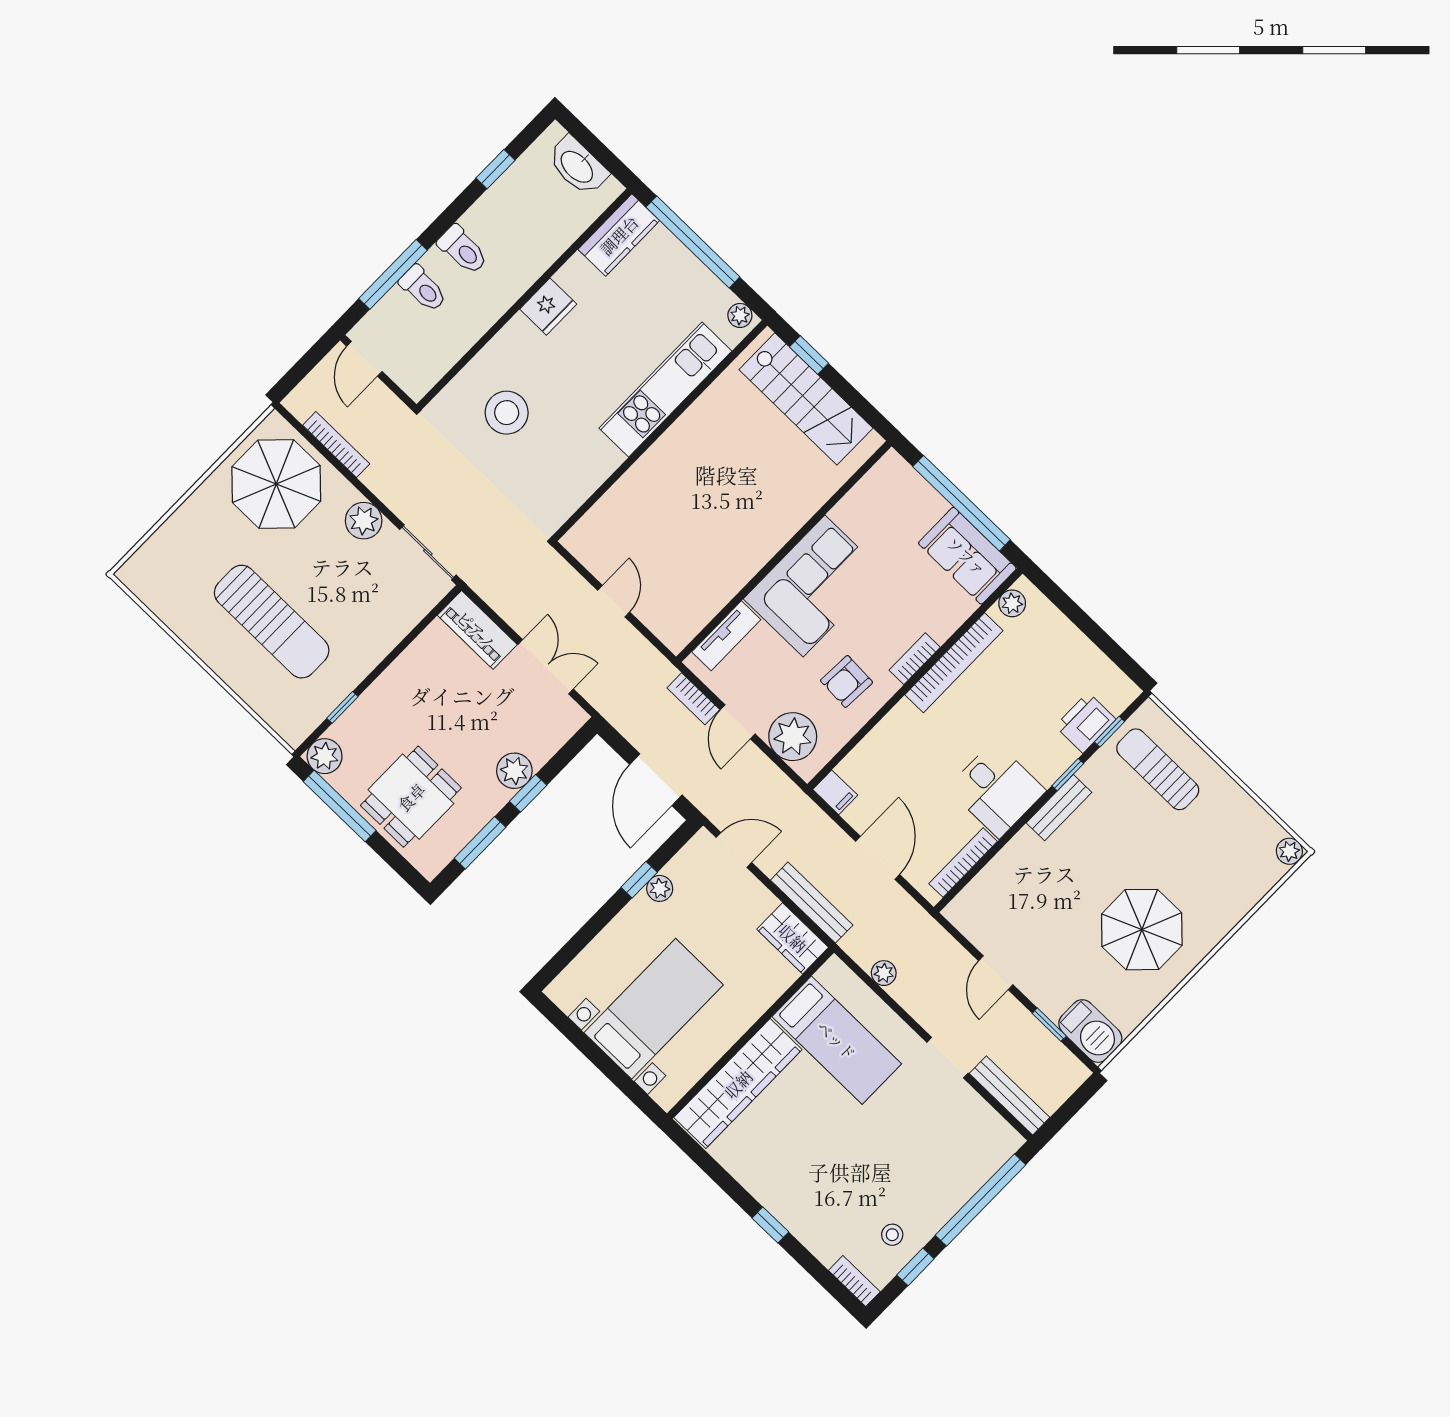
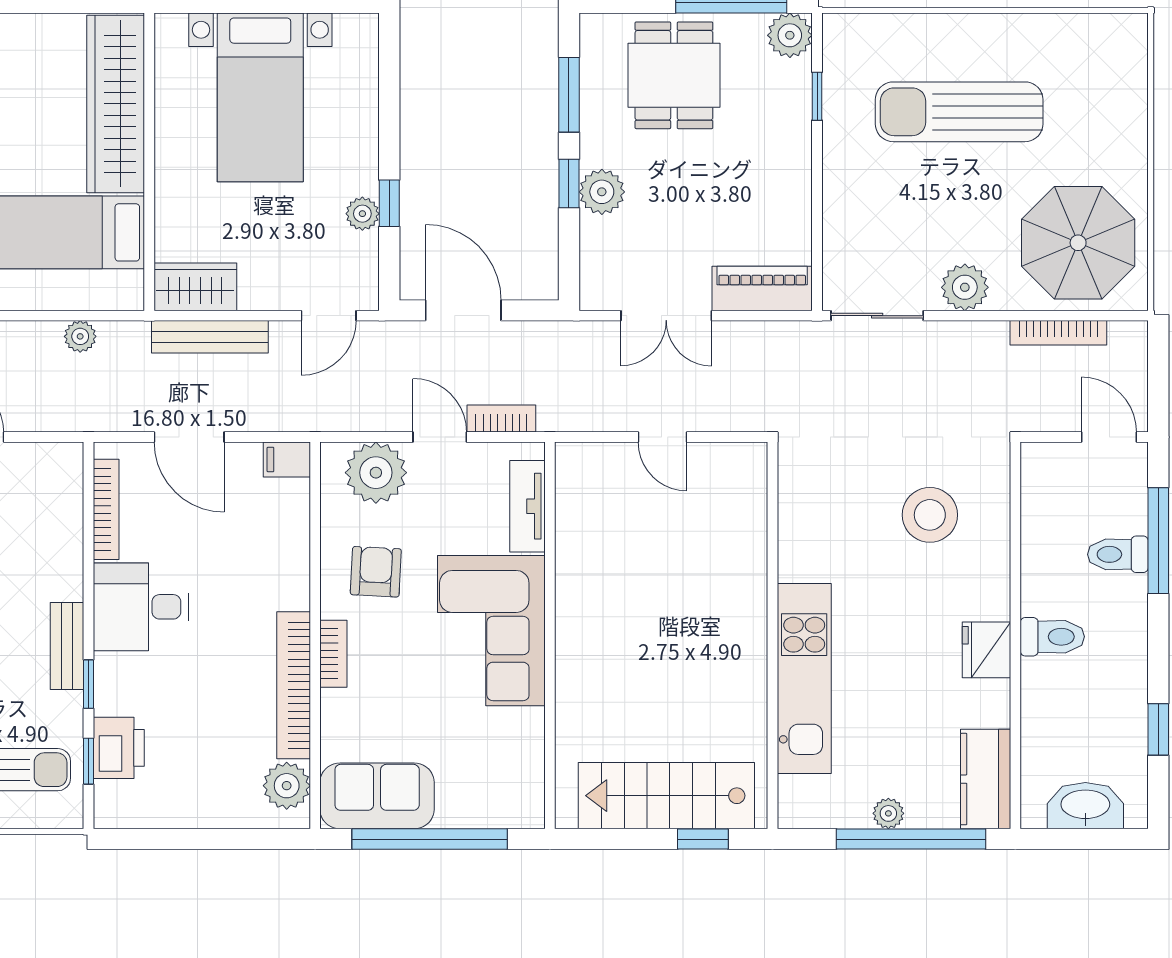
toilet: (463, 250) -> (1052, 637), moved, turned 180
plant: (740, 315) -> (888, 813), moved
plant: (1012, 603) -> (287, 786), width x1.38, depth x1.38

